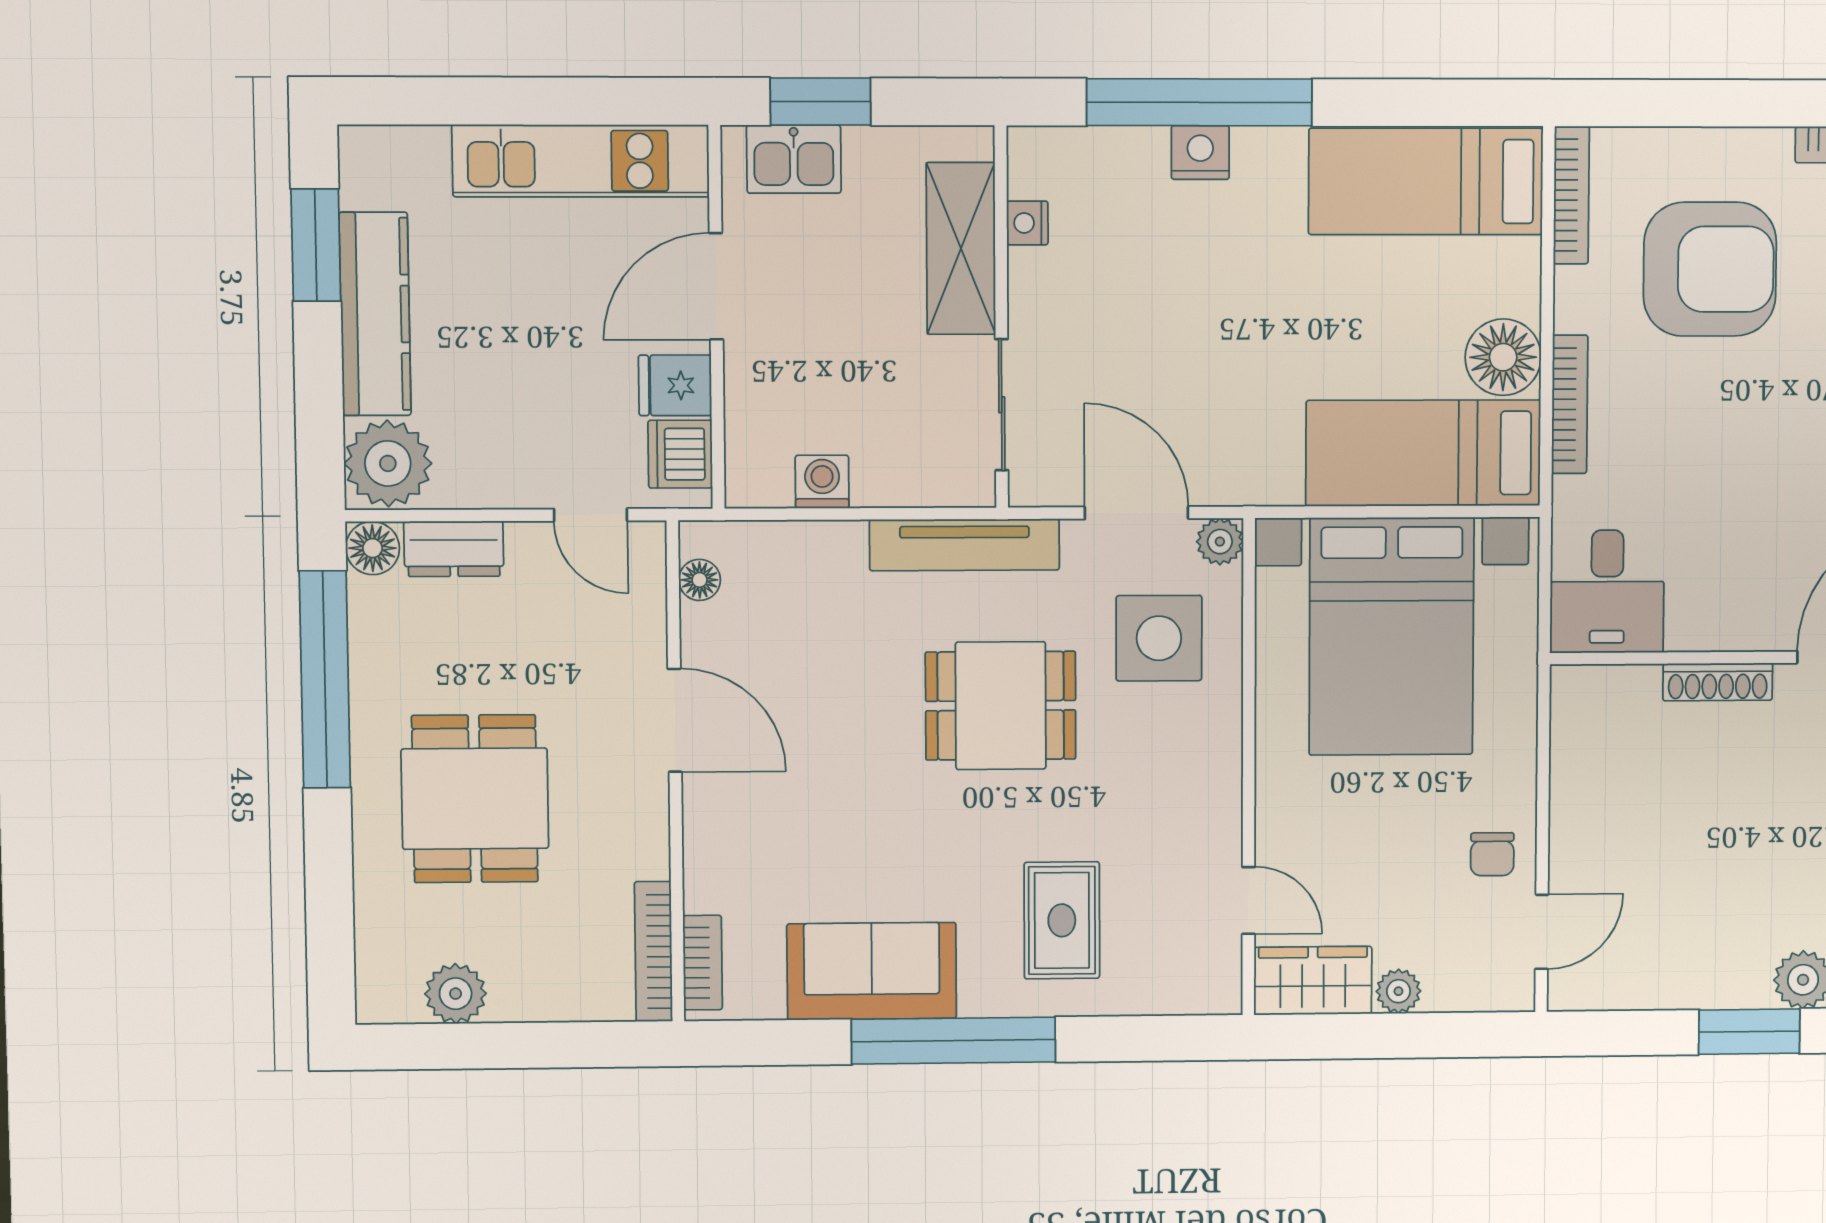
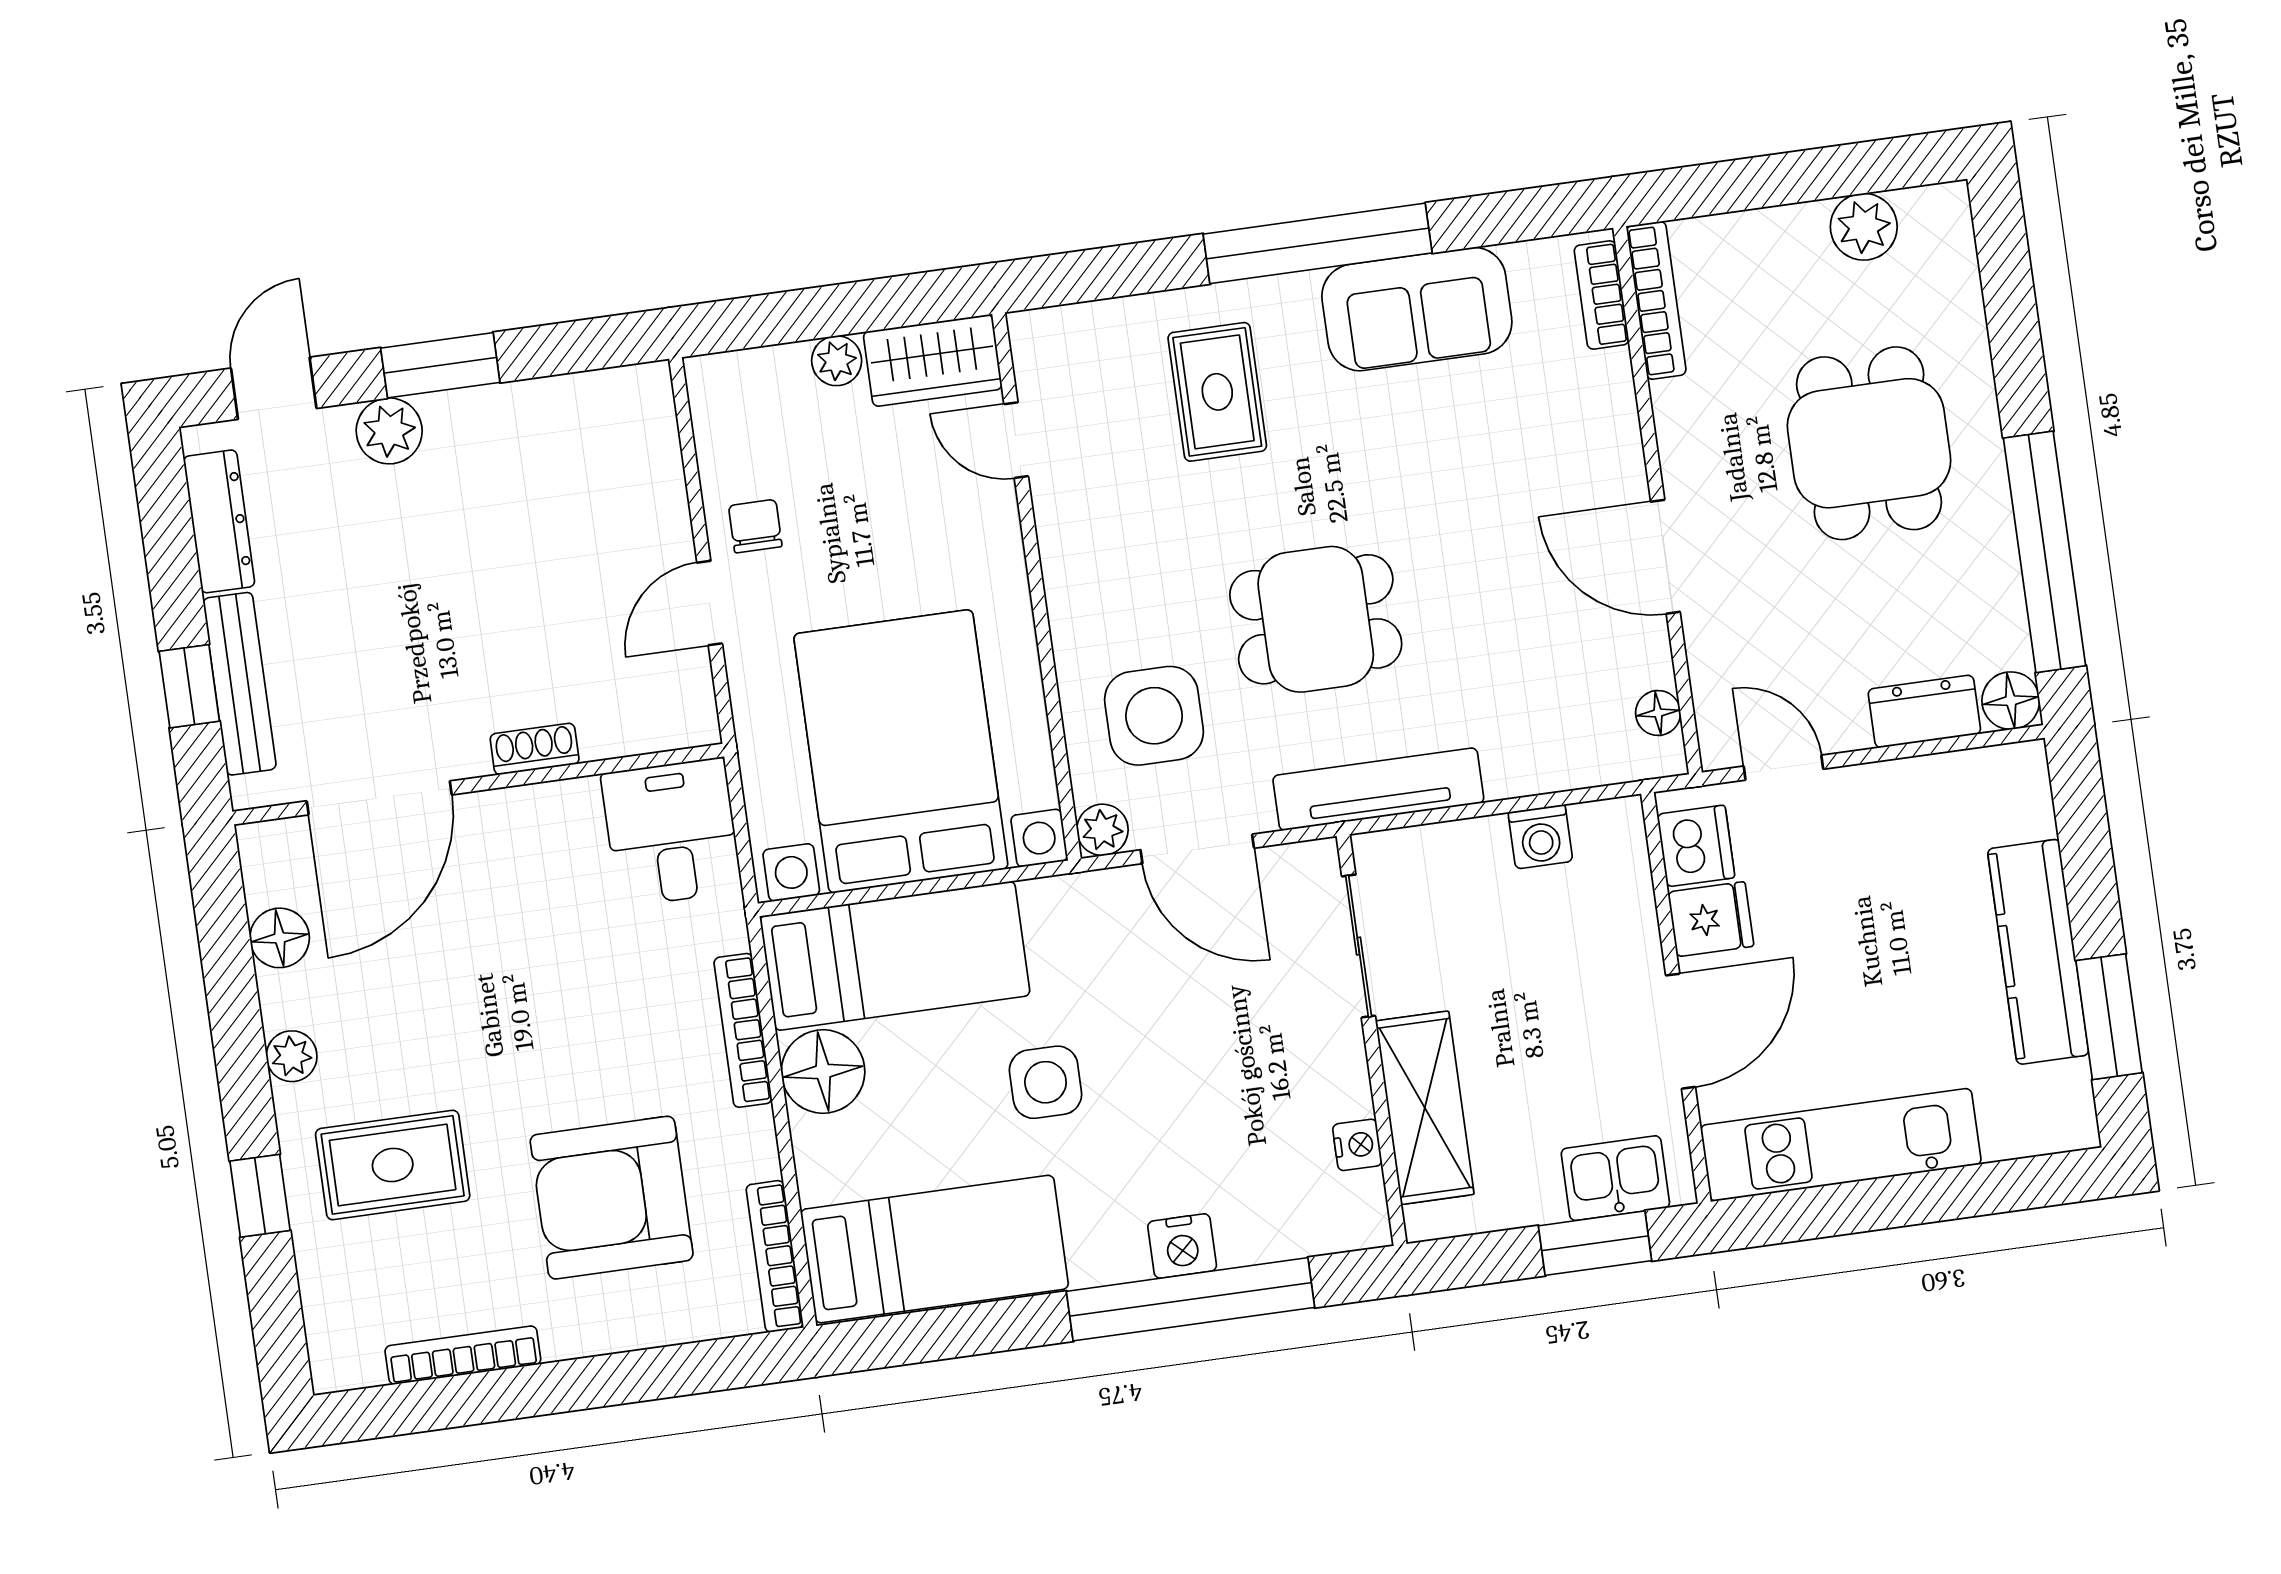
side table: (1304, 320) -> (1046, 1082), added
plant: (388, 463) -> (2005, 794), removed
shoe rack: (1718, 682) -> (535, 749), width x0.70
door: (1542, 932) -> (710, 603), moved

